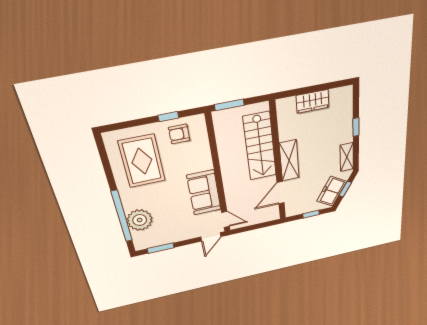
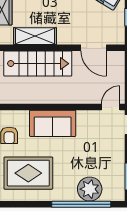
shelving: (289, 161) -> (35, 36), moved
sofa: (204, 193) -> (53, 123), moved

